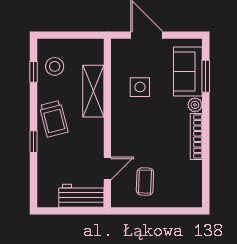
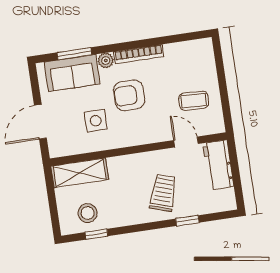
shelving: (93, 91) -> (80, 173), moved
trolley: (54, 119) -> (163, 193), moved, turned -58
armchair: (159, 122) -> (129, 95), added
window: (34, 142) -> (187, 221), moved

